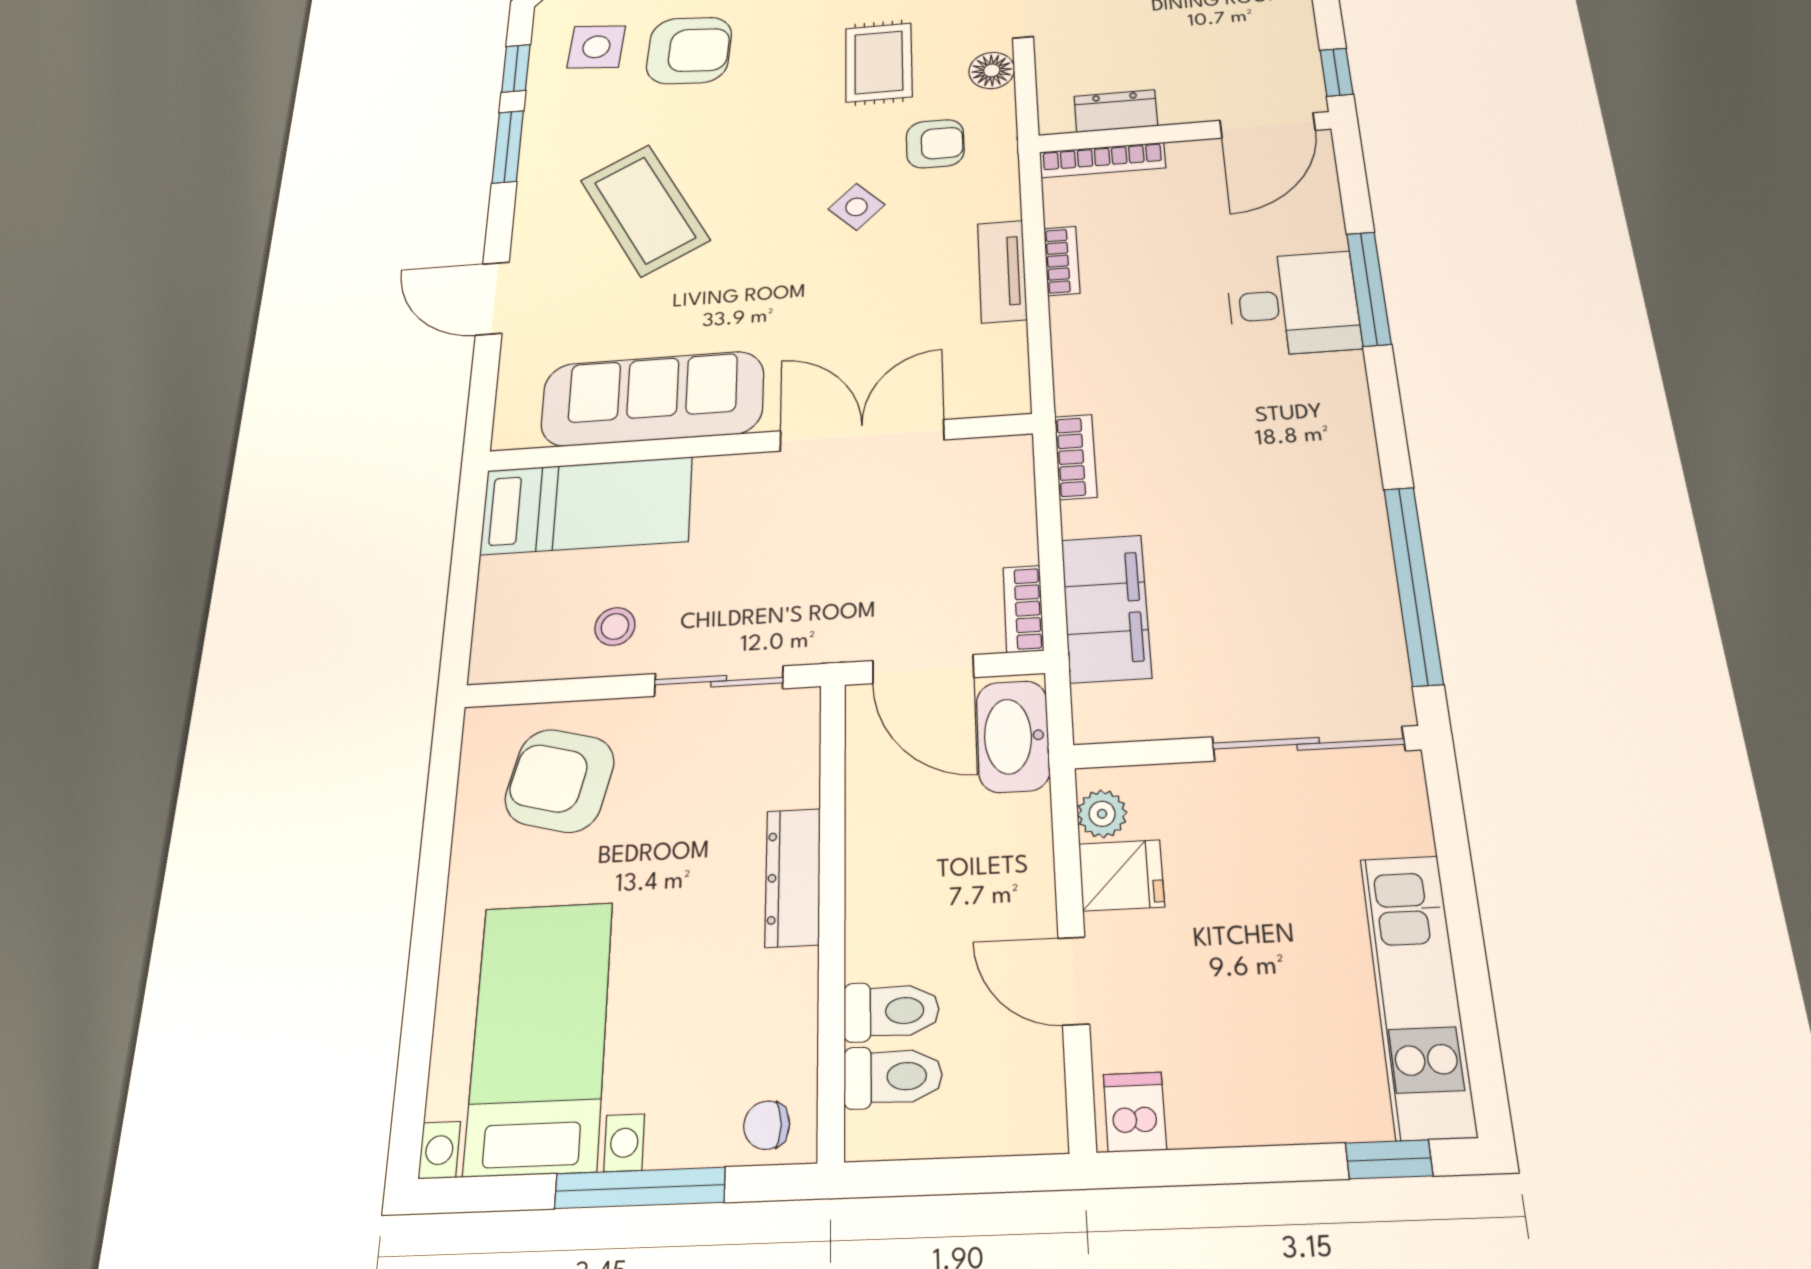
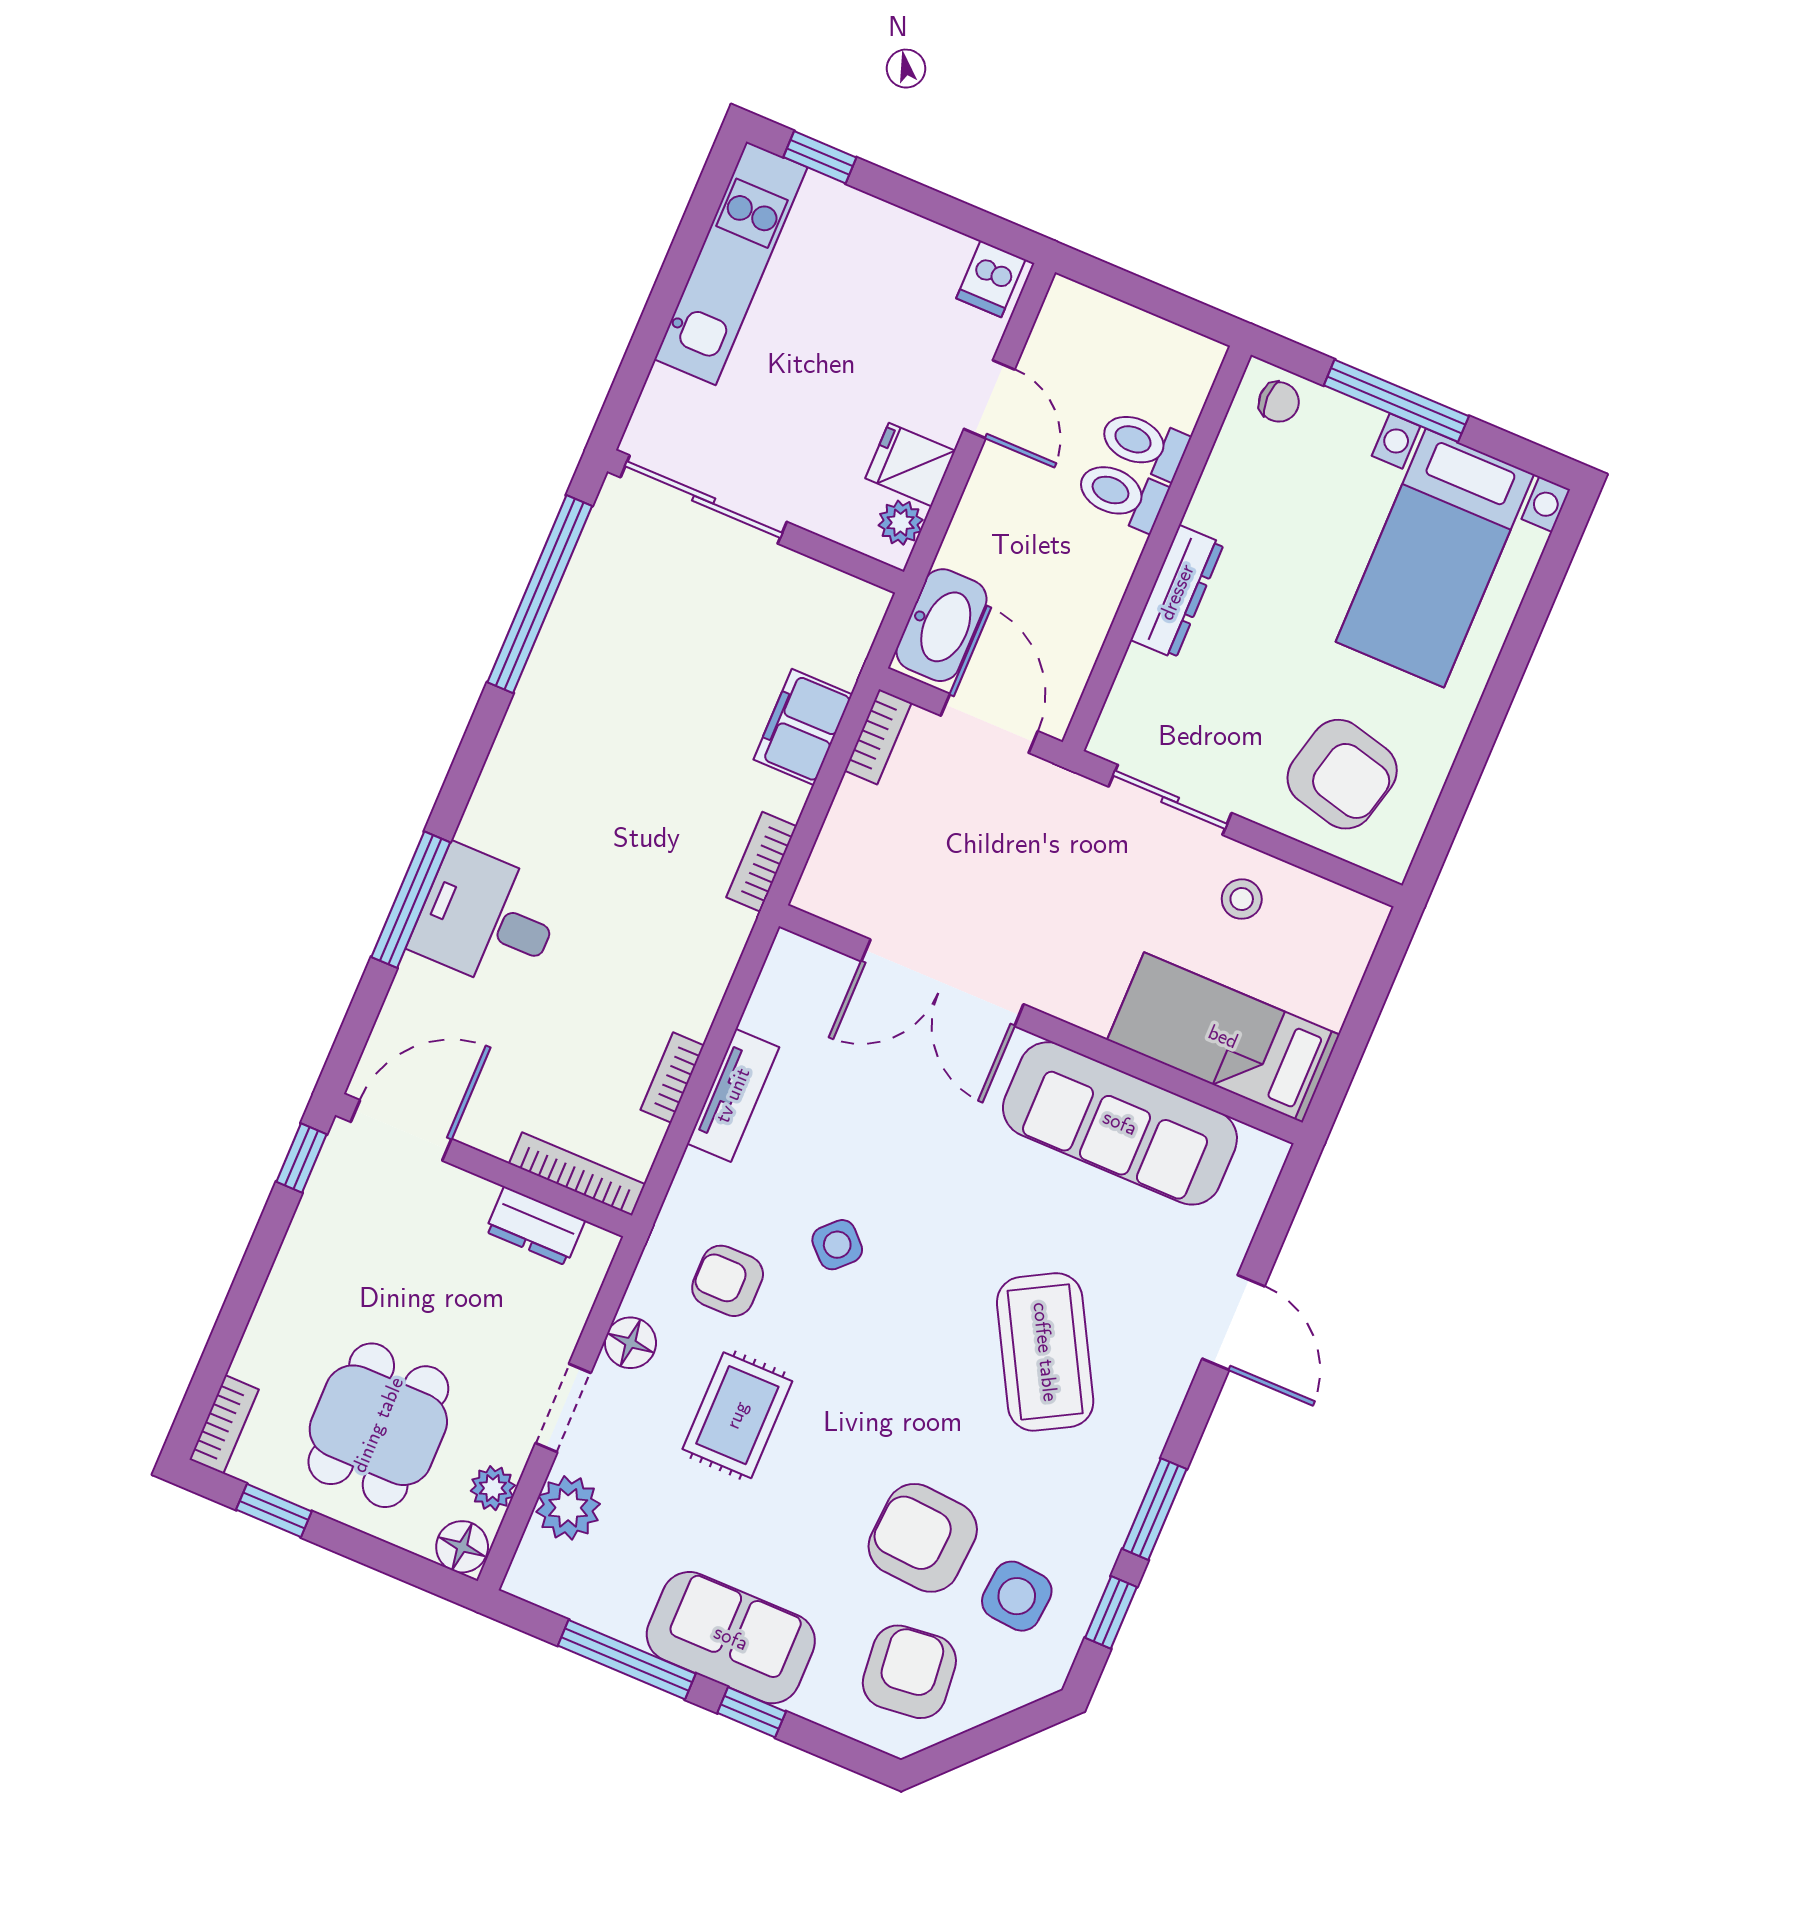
filing cabinet: (1106, 608) -> (803, 727), width x0.67, depth x0.86
toilet: (893, 1077) -> (1121, 495), moved

